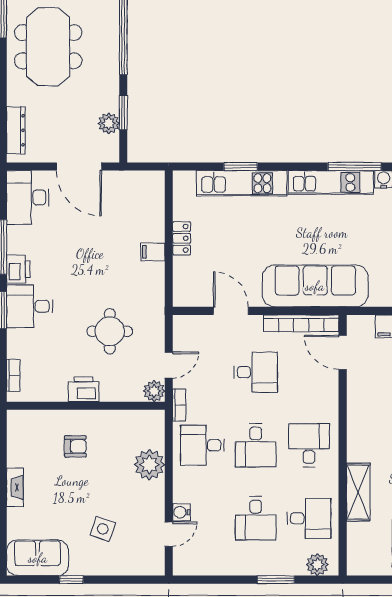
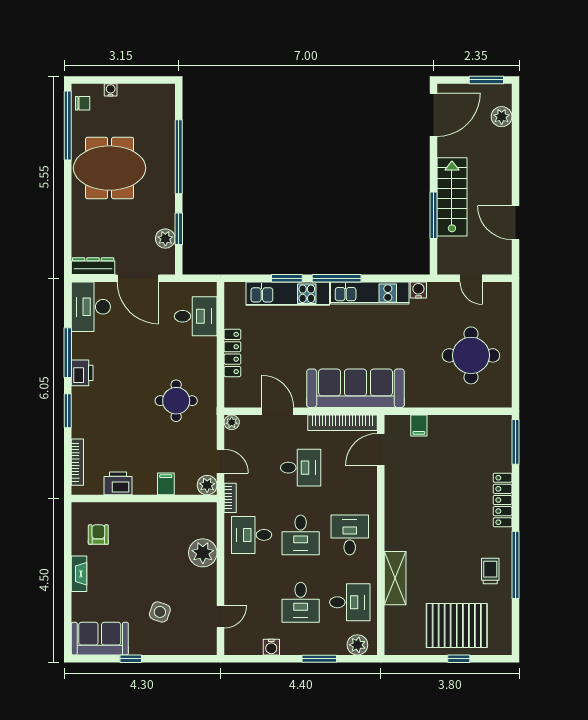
meeting table: (48, 47) -> (110, 168), turned 90
dresser: (16, 130) -> (93, 266), moved, turned -90
window: (355, 167) -> (337, 278), moved
locker: (182, 238) -> (232, 353), width x1.53
filing cabinet: (153, 252) -> (166, 484), moved, turned 90
desk: (30, 306) -> (196, 316), moved, turned 180
plant: (181, 323) -> (232, 422), added
round table: (110, 331) -> (176, 401), moved
door: (343, 352) -> (381, 449), hinge flipped
door: (169, 365) -> (221, 461), hinge flipped
bookcase: (13, 375) -> (77, 462), width x1.56
printer: (84, 389) -> (118, 483), moved
armchair: (75, 446) -> (98, 535), moved, turned -90
water cooler: (181, 512) -> (271, 647), moved, turned -90

